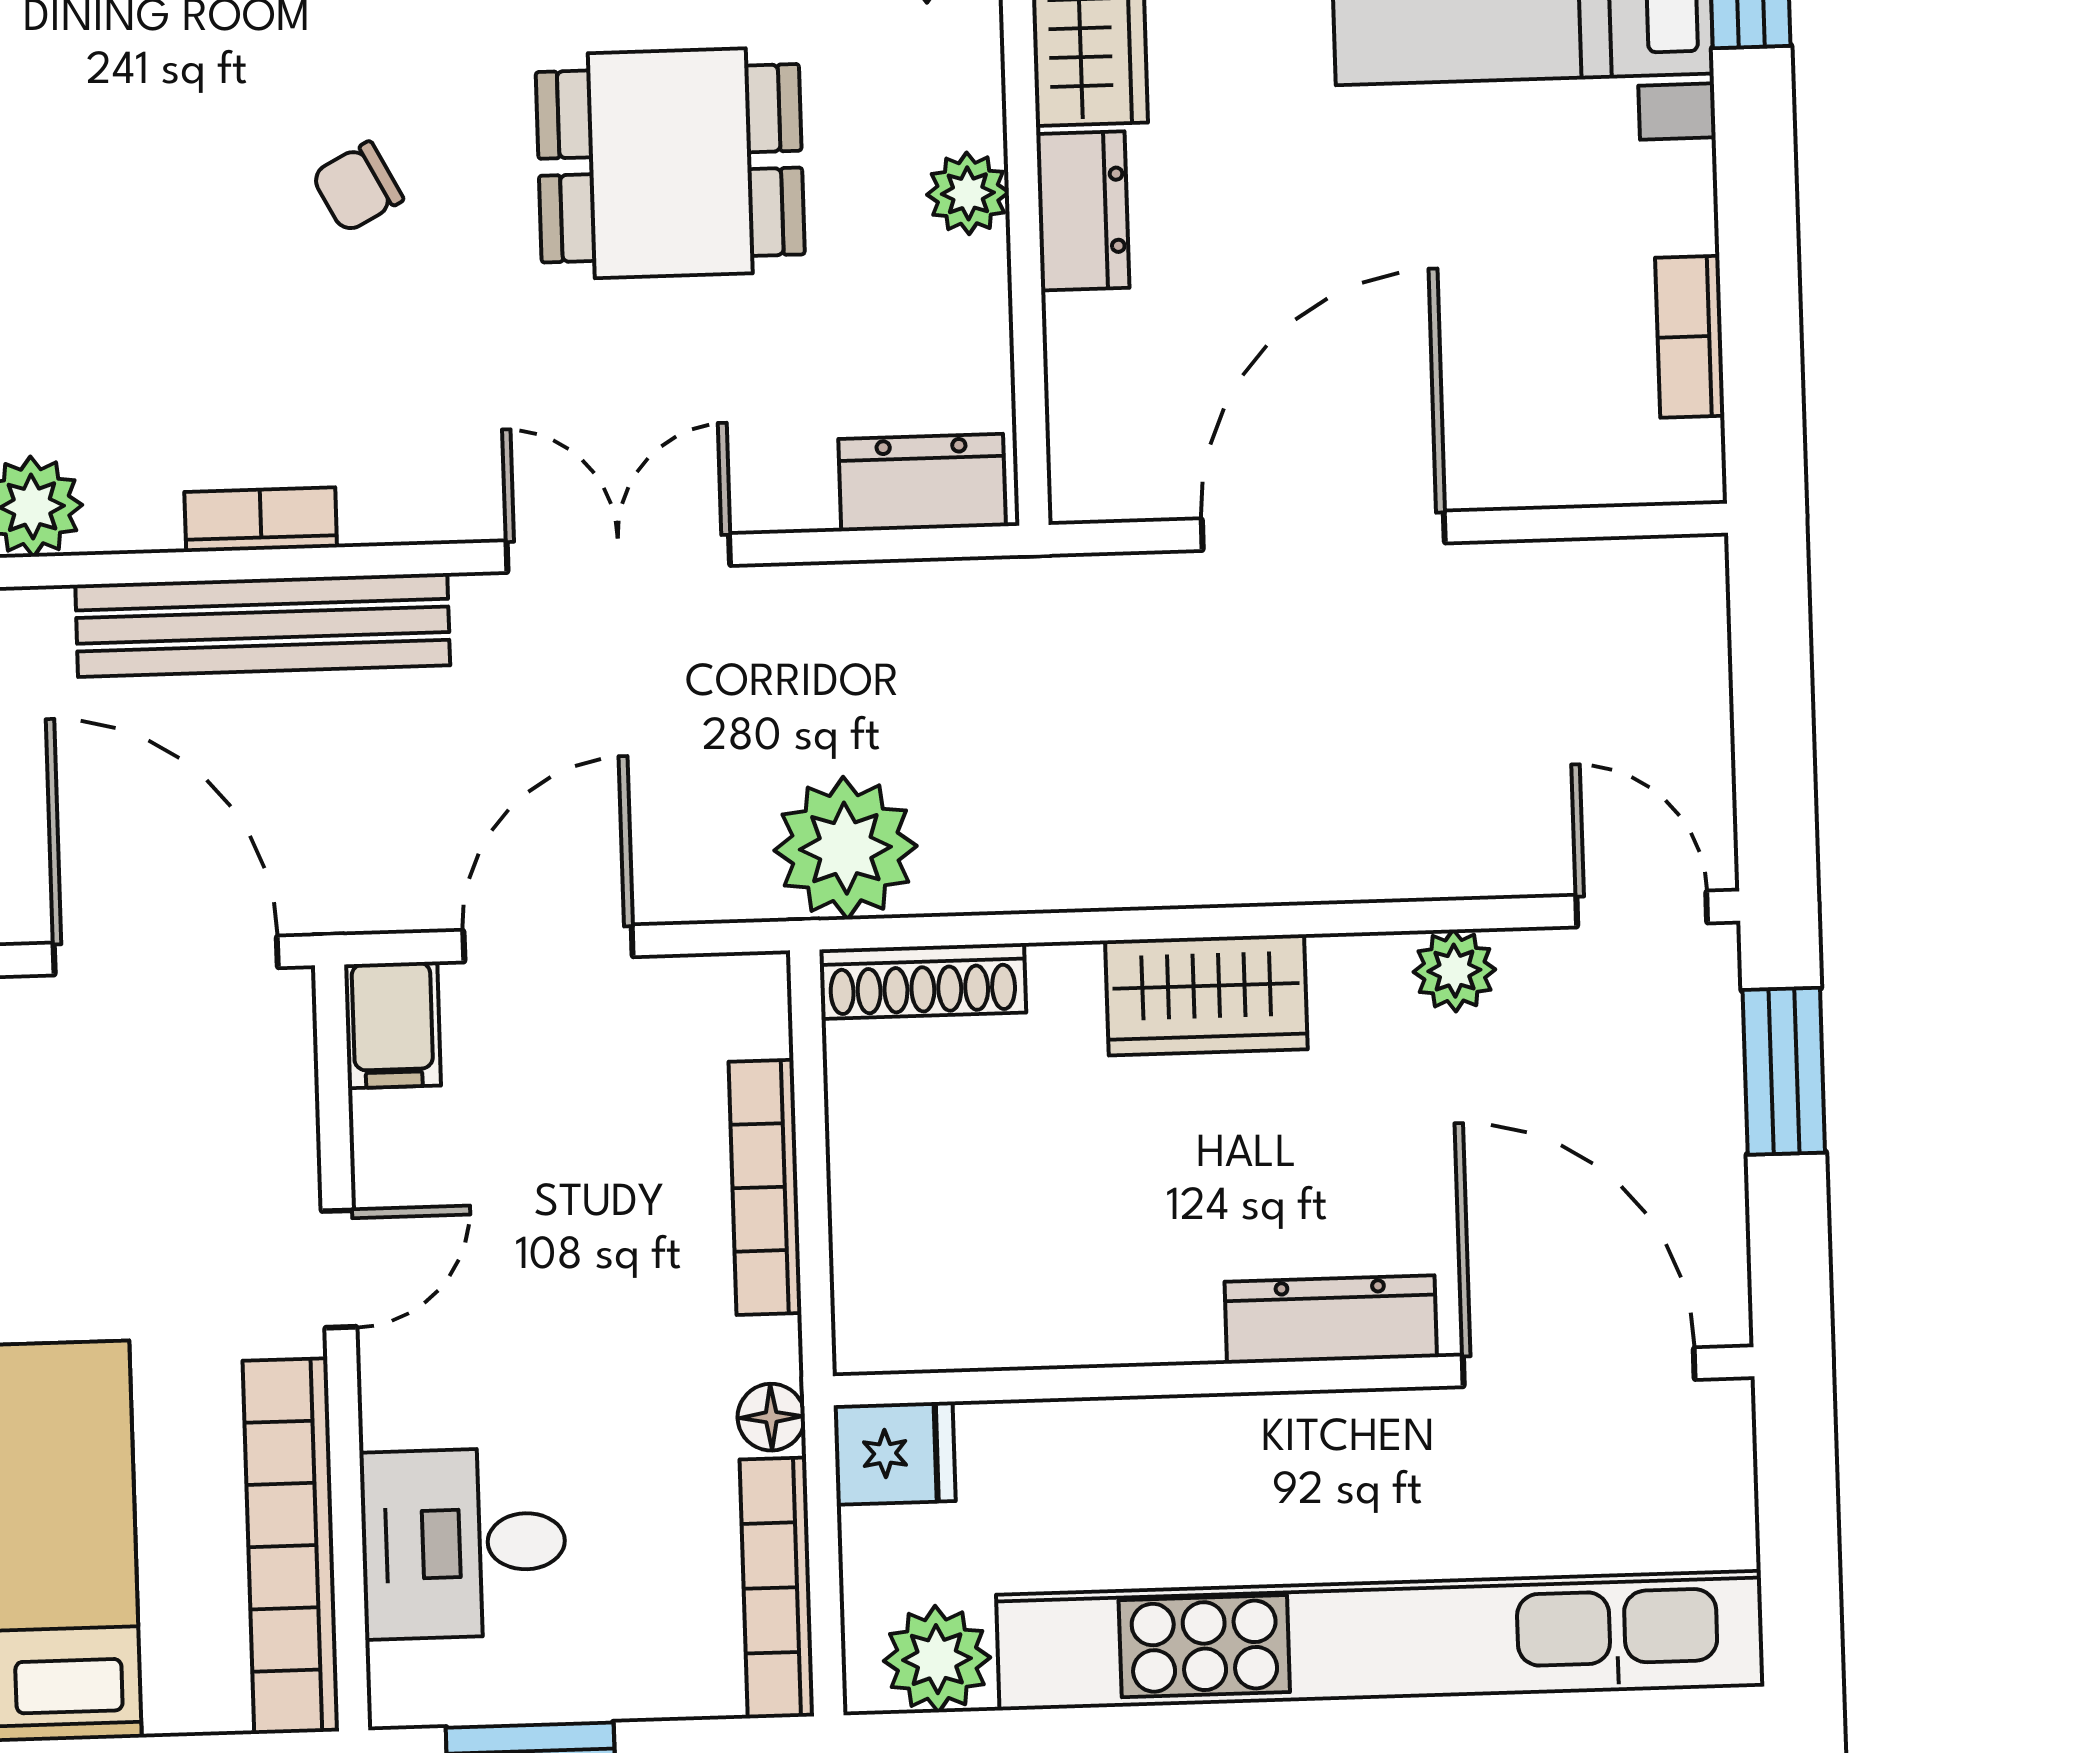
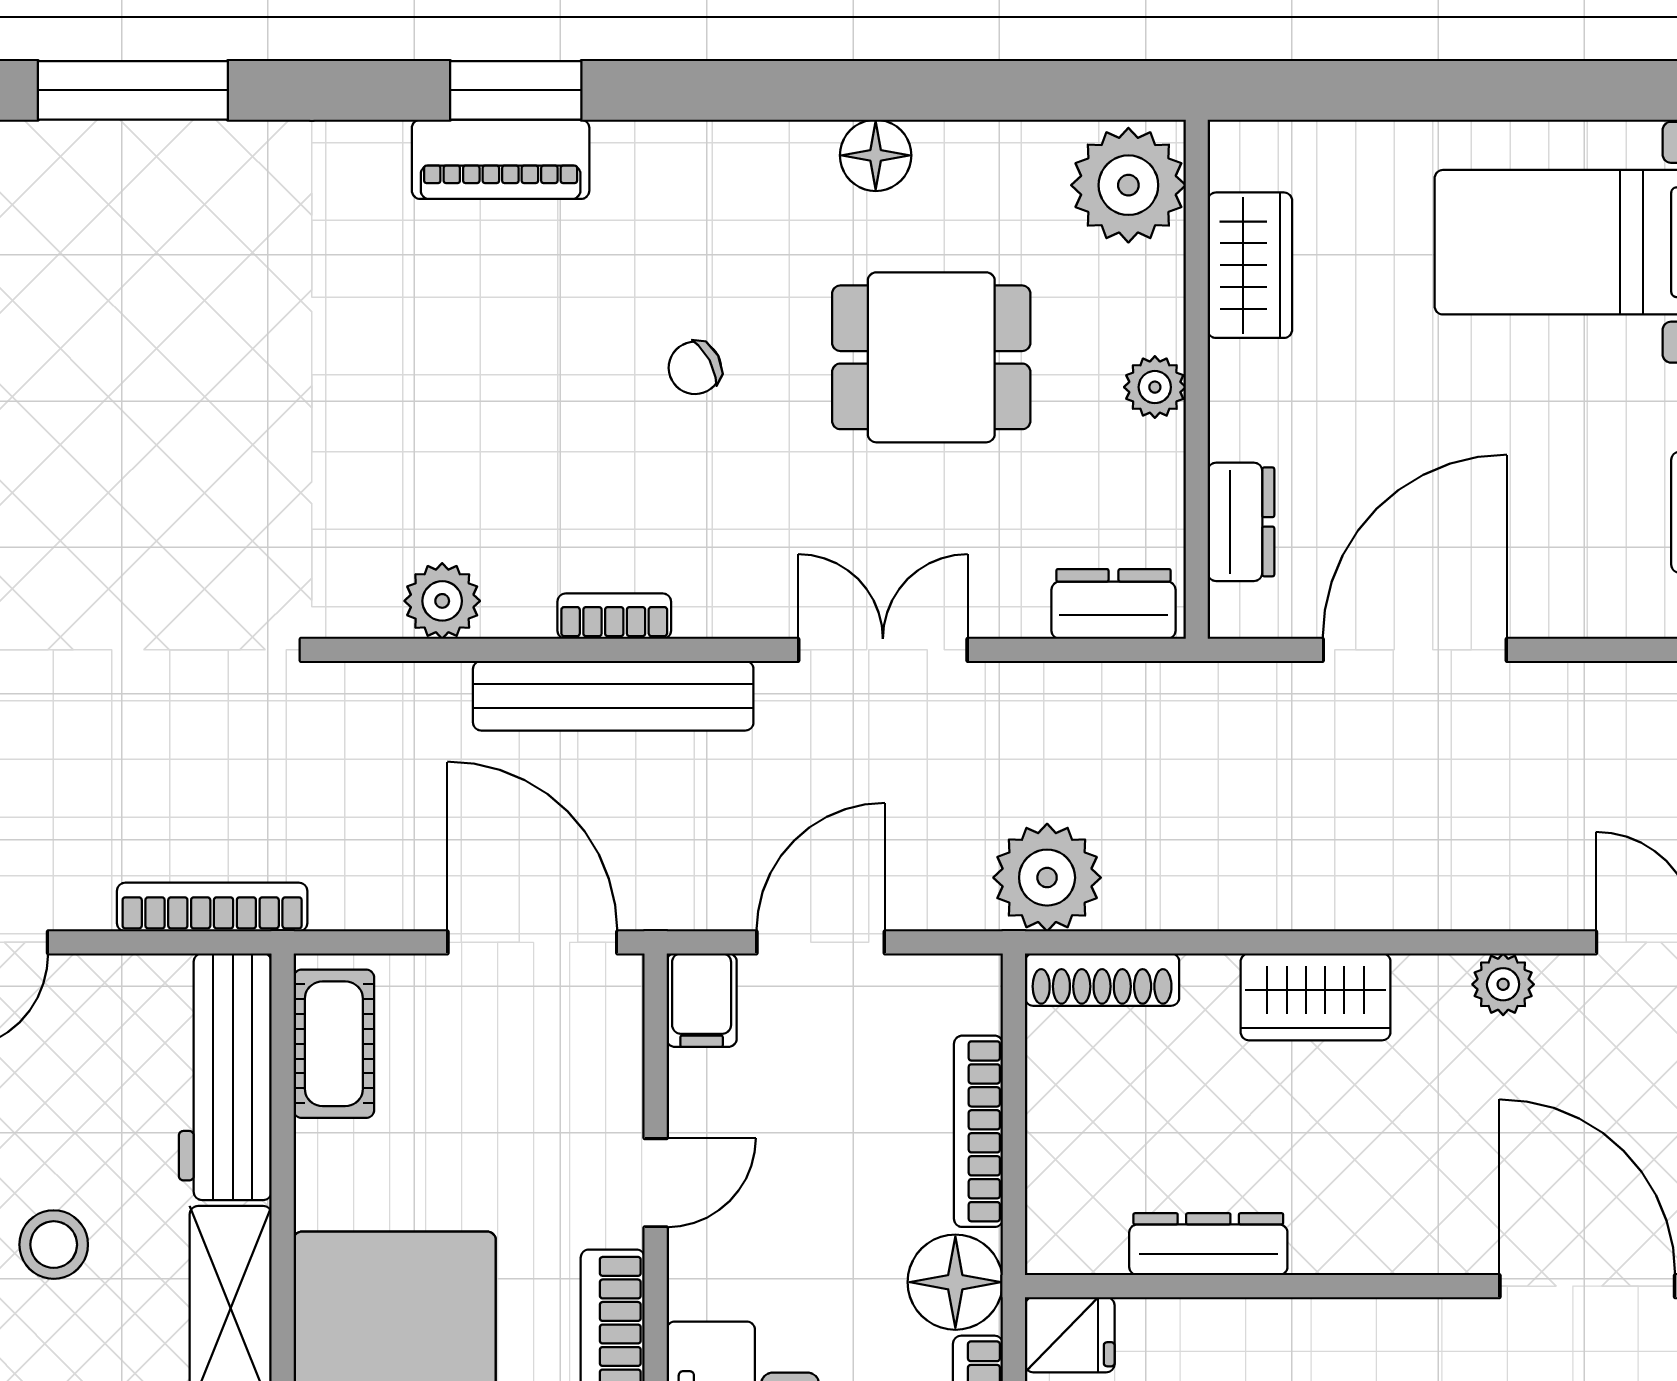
dresser: (1083, 211) -> (1241, 522), moved
dresser: (1331, 1319) -> (1208, 1244), moved
floor lamp: (771, 1417) -> (955, 1282), width x1.89, depth x1.89

